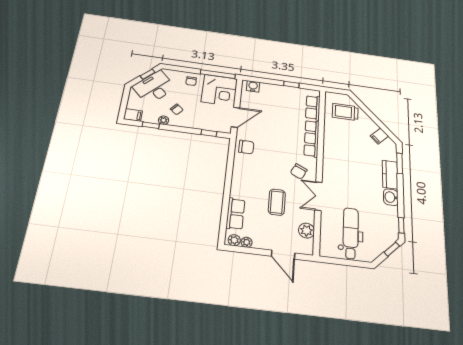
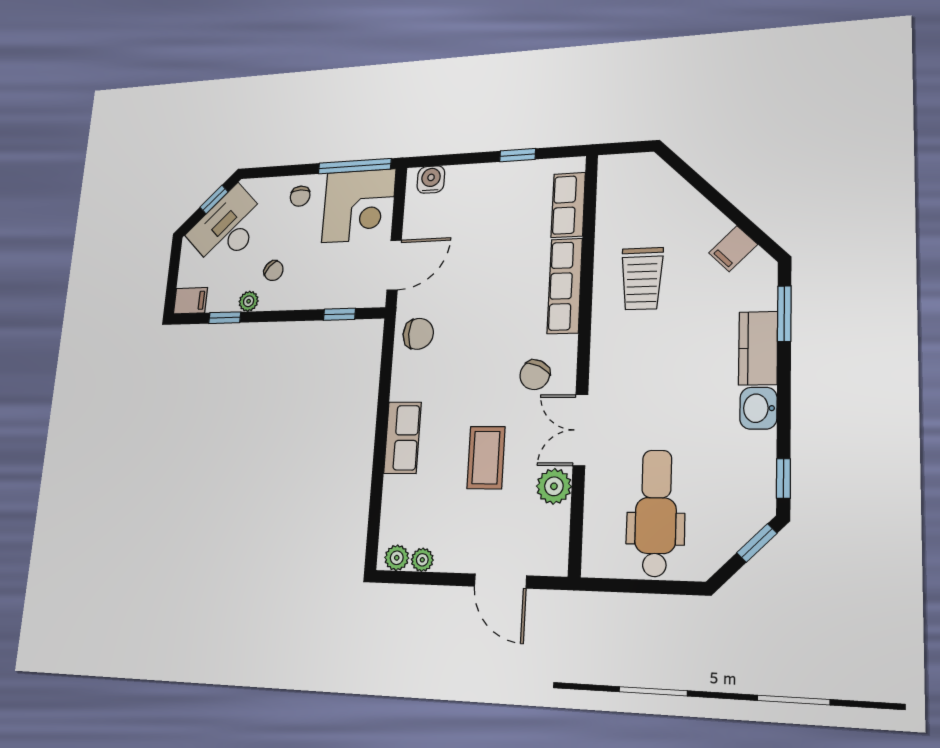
trolley: (345, 112) -> (642, 279), moved, turned -90
row of seats: (235, 214) -> (402, 438), moved
plant: (306, 231) -> (554, 486), moved

